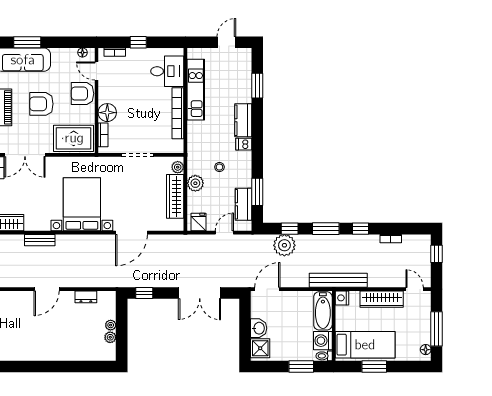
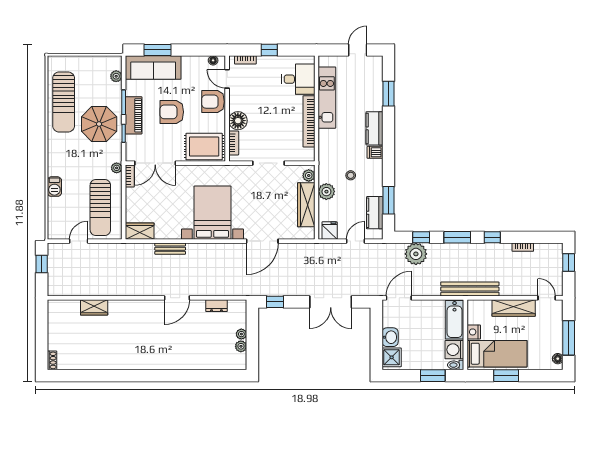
nightstand: (342, 298) -> (474, 332), moved

